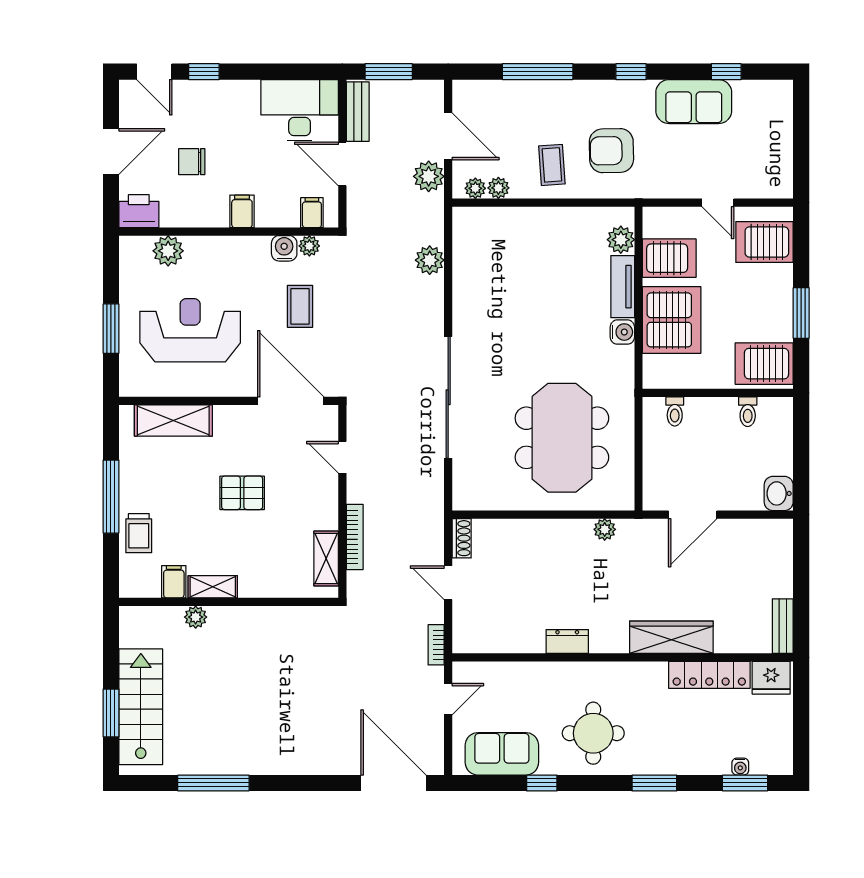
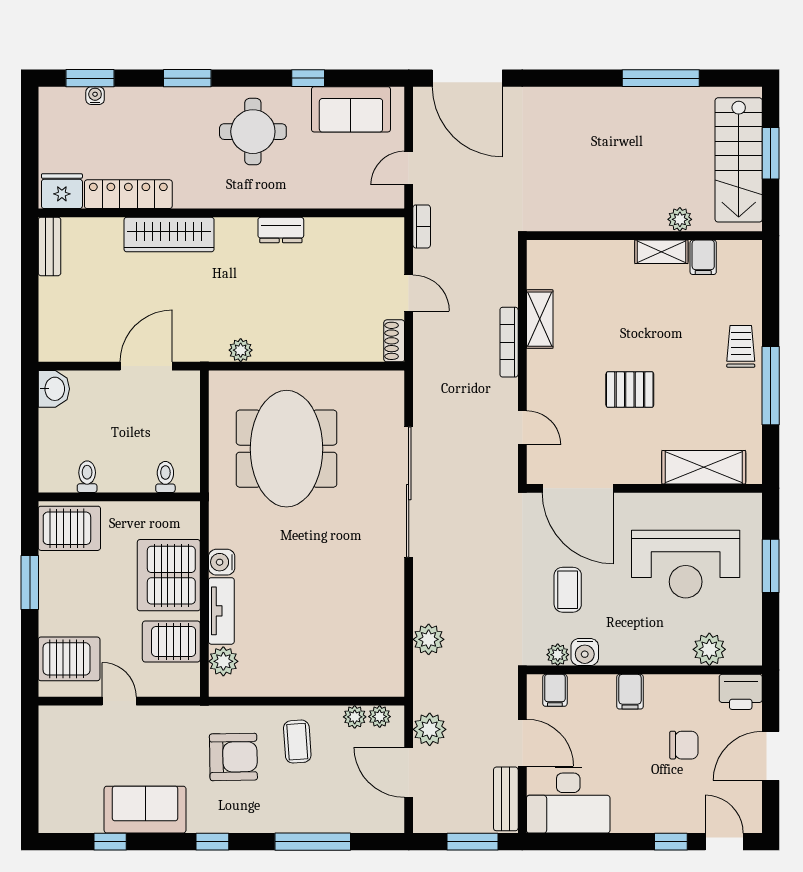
filing cabinet: (174, 582) -> (703, 257), moved
shelving: (213, 587) -> (661, 252), moved
wall: (229, 602) -> (644, 236), moved
plant: (196, 617) -> (680, 219), moved

